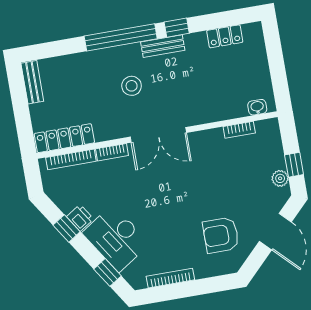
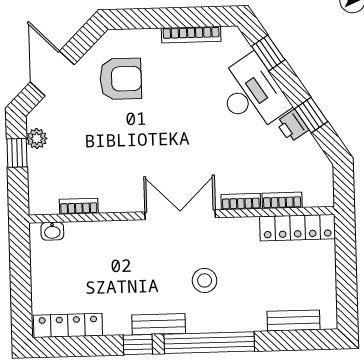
locker: (225, 36) -> (68, 325), width x1.53
bench: (32, 82) -> (294, 320), moved, turned 90
bookcase: (71, 159) -> (282, 200), width x0.64

